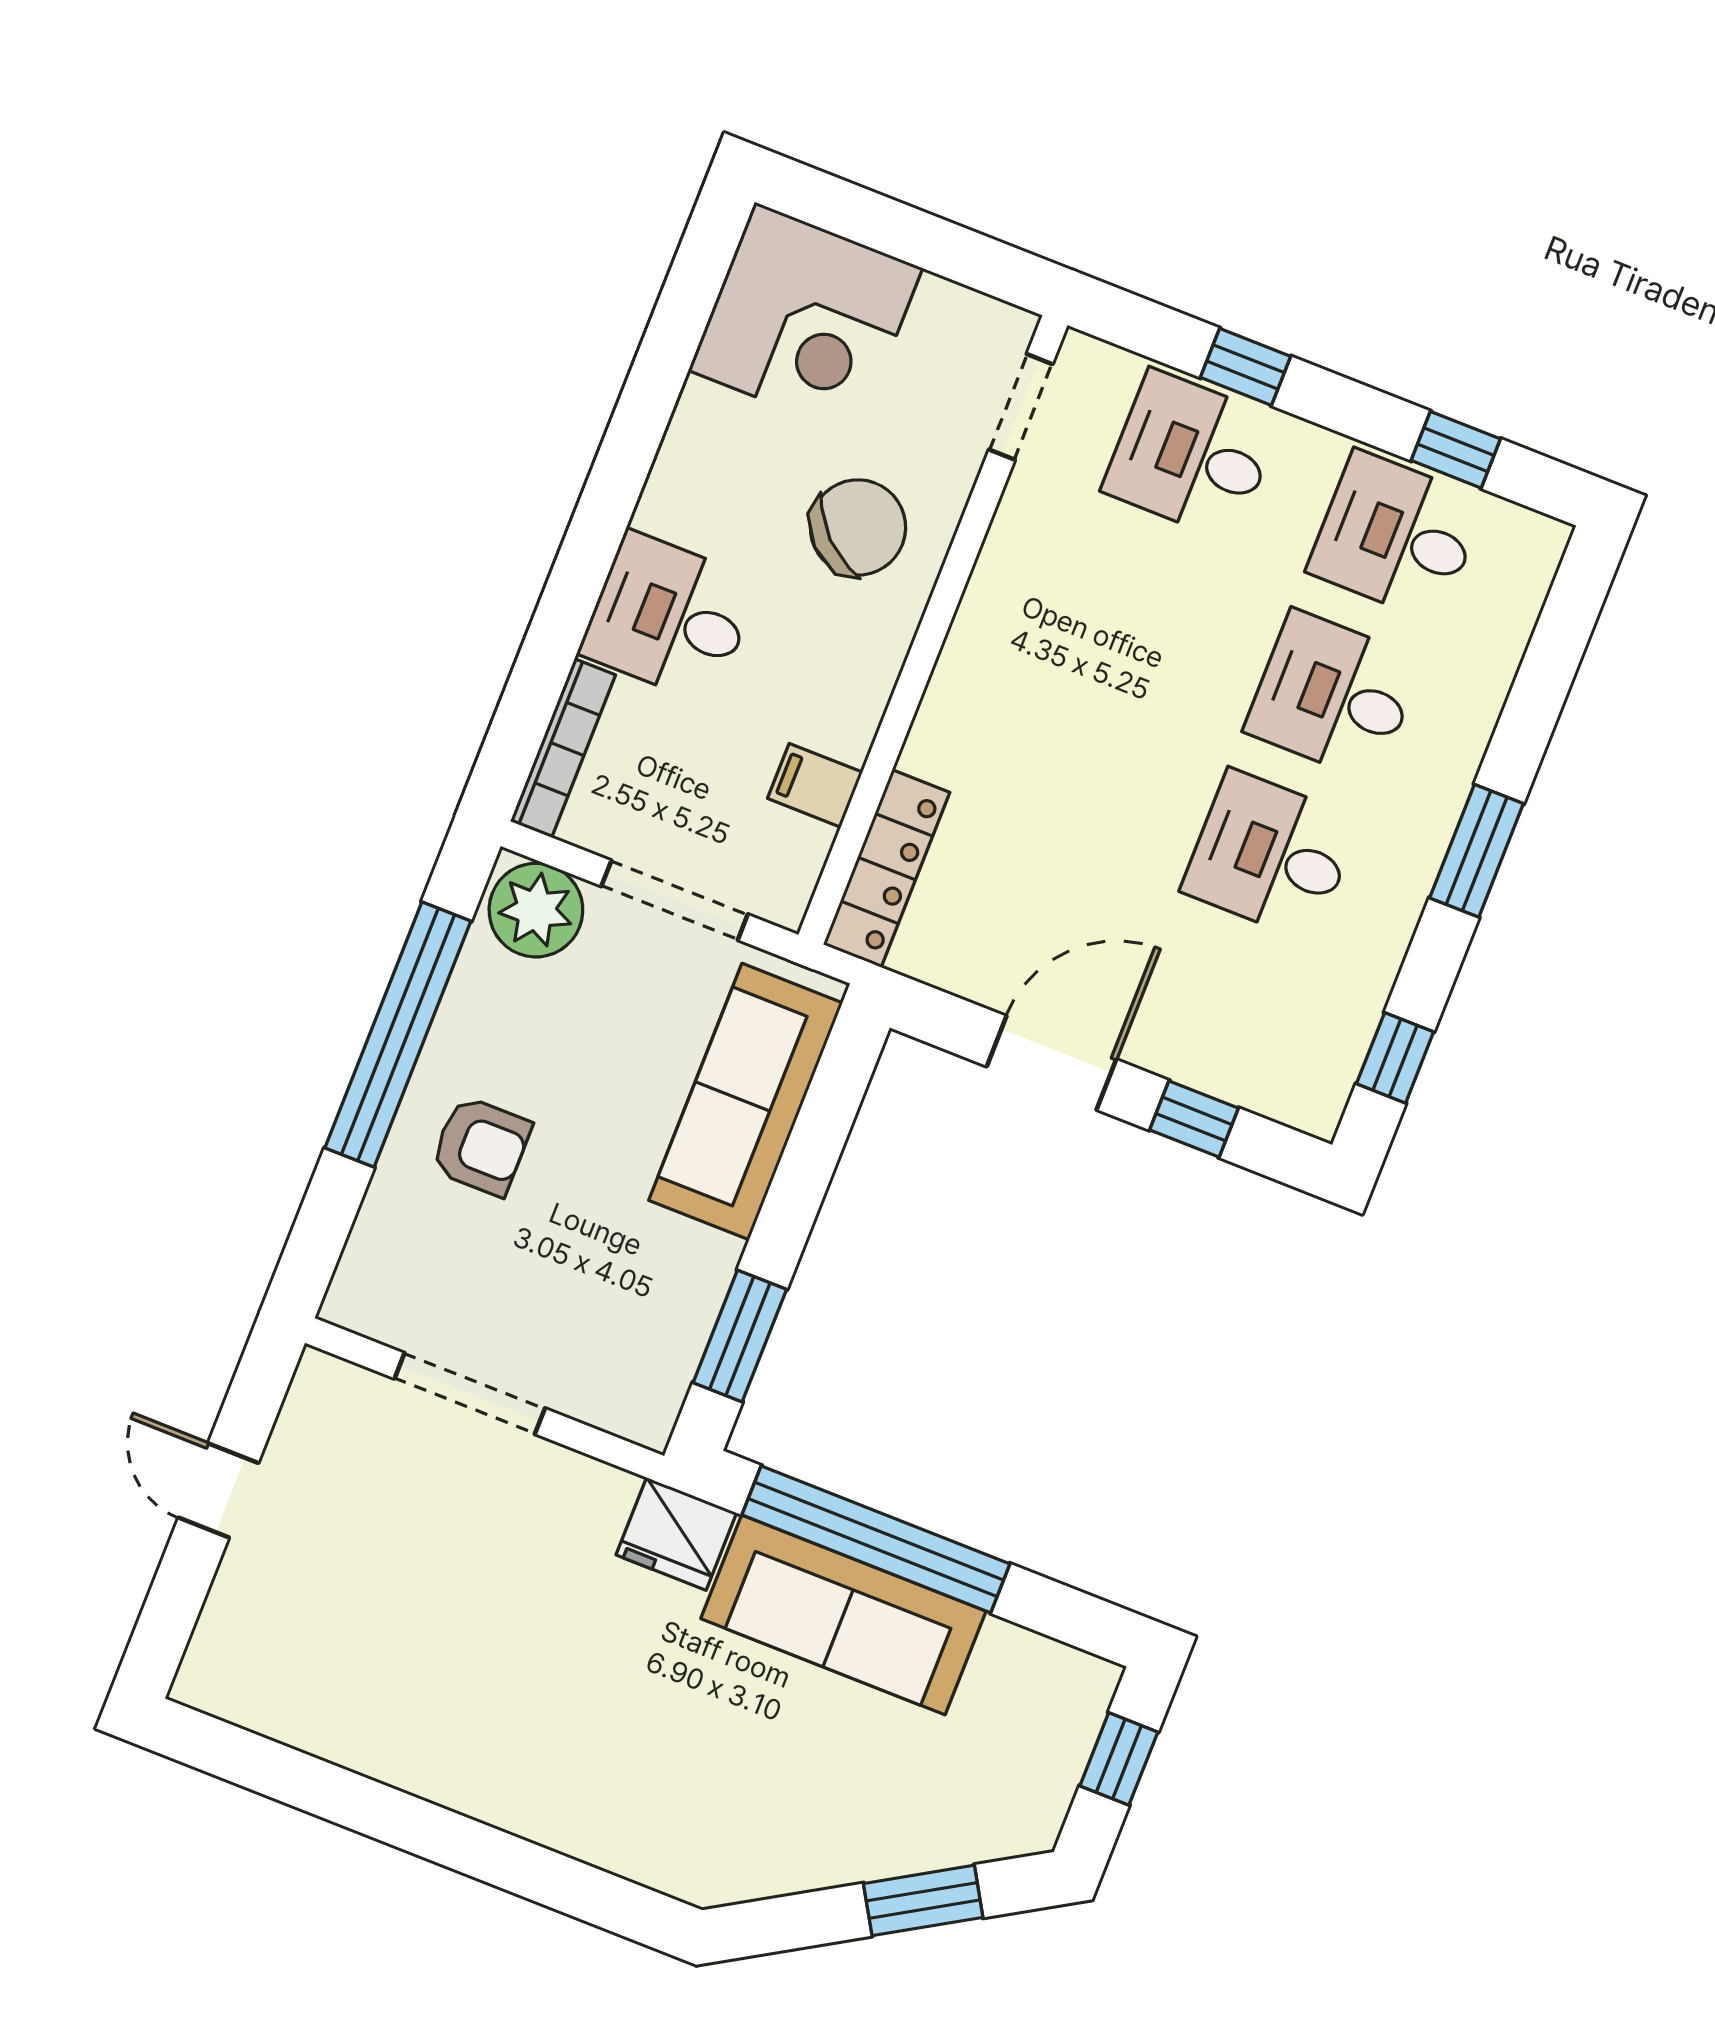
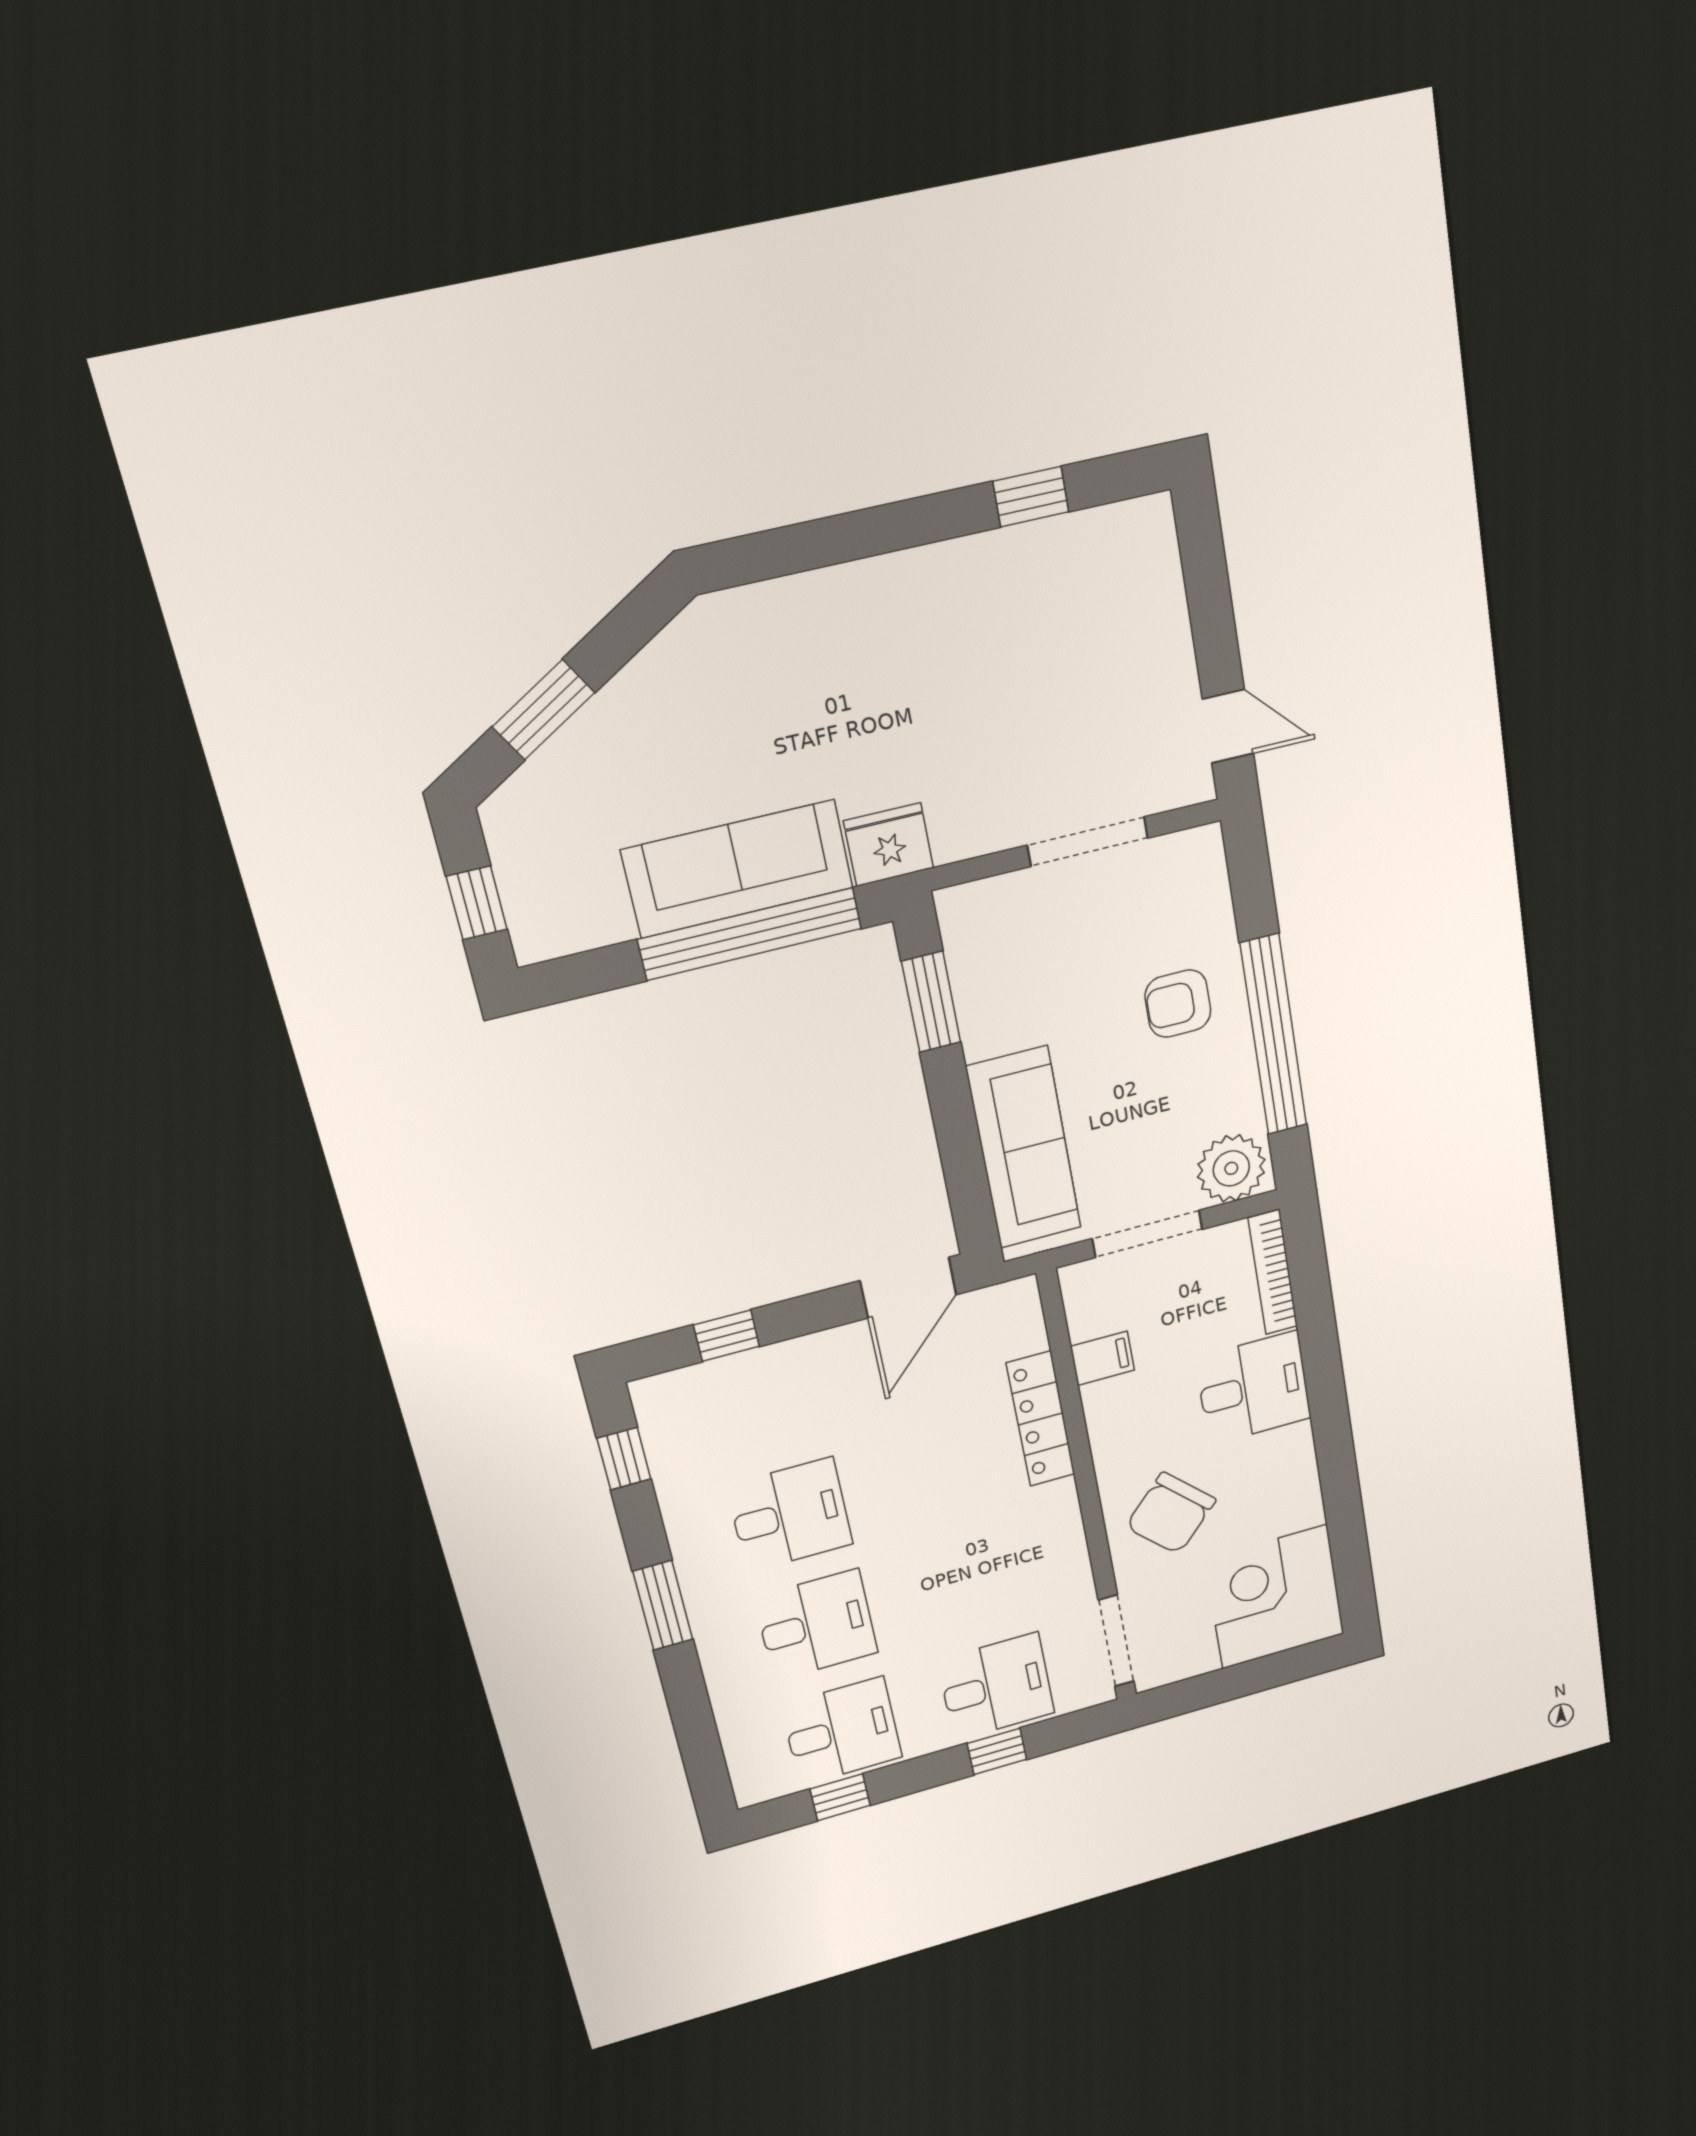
doorway: (1021, 407) -> (1116, 1641), width x1.38
locker: (887, 869) -> (1041, 1419), moved
door: (1051, 1063) -> (908, 1288), moved
door: (218, 1490) -> (1228, 726), moved
window: (313, 1785) -> (1031, 497), added

